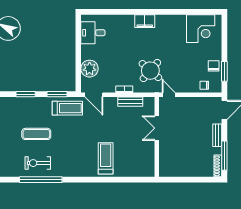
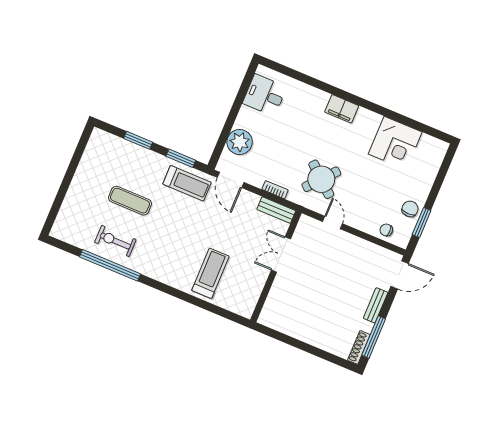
corner desk: (201, 29) -> (395, 143), moved
double door: (157, 128) -> (281, 255), moved
wall: (157, 137) -> (276, 266), moved

